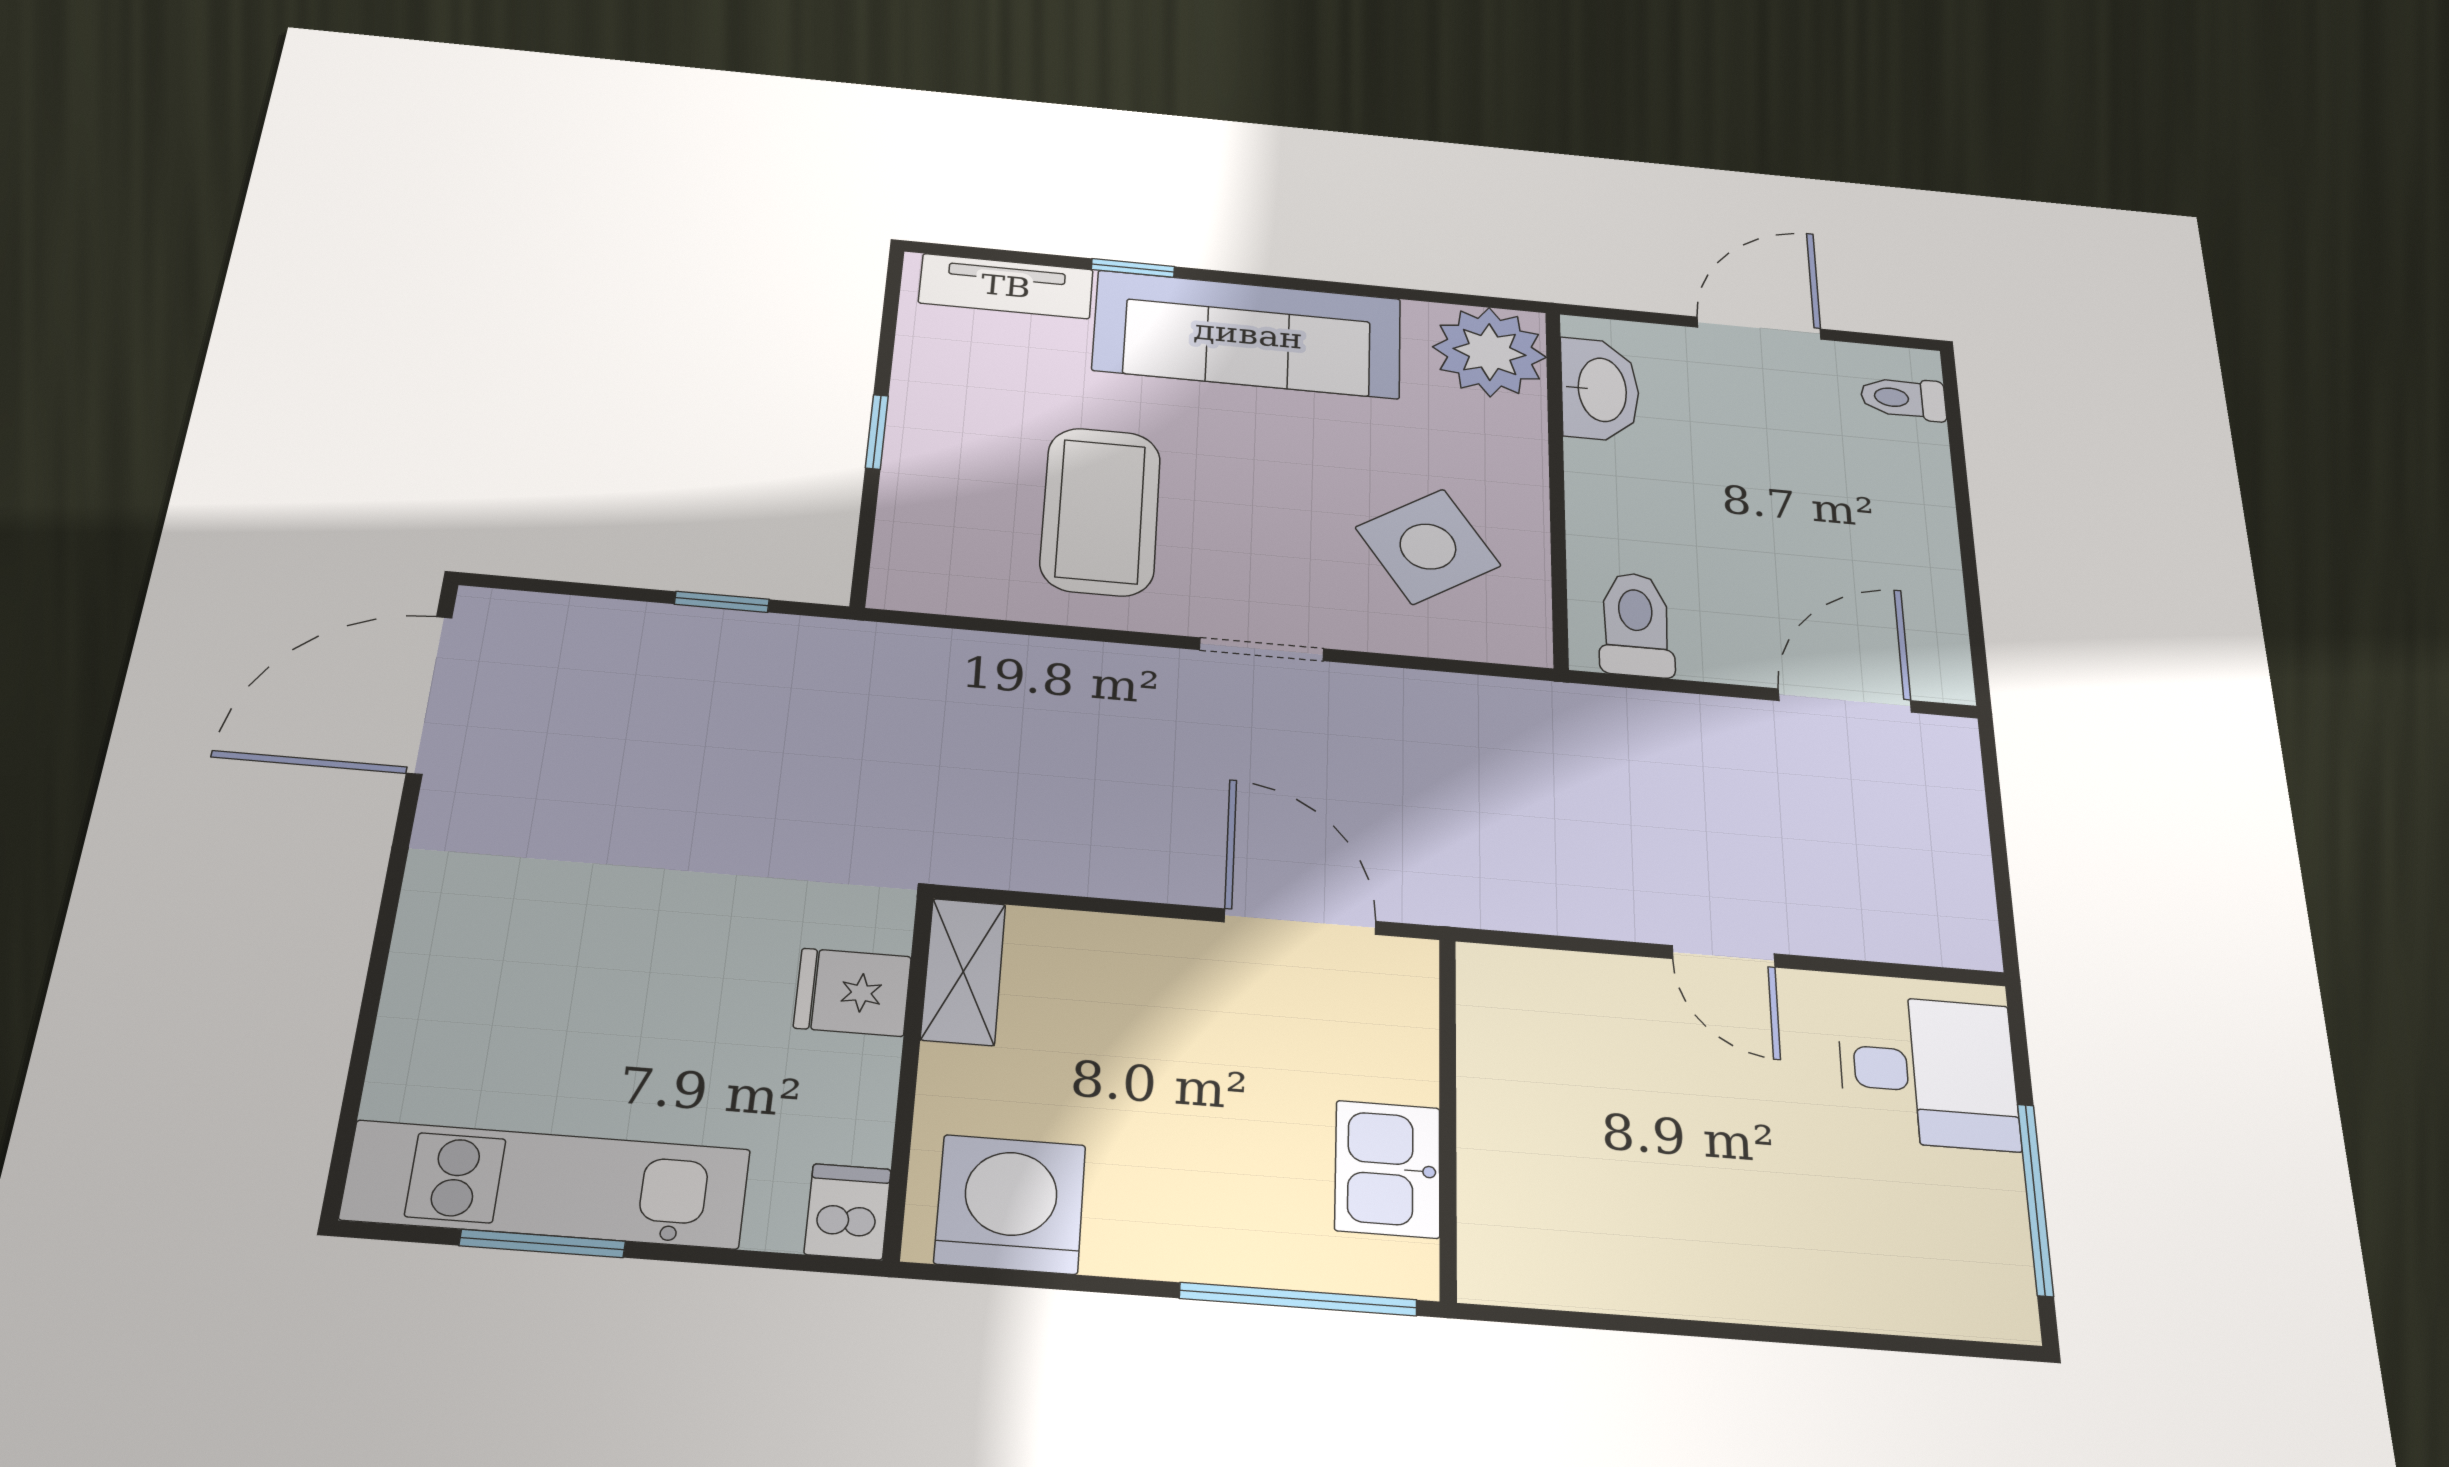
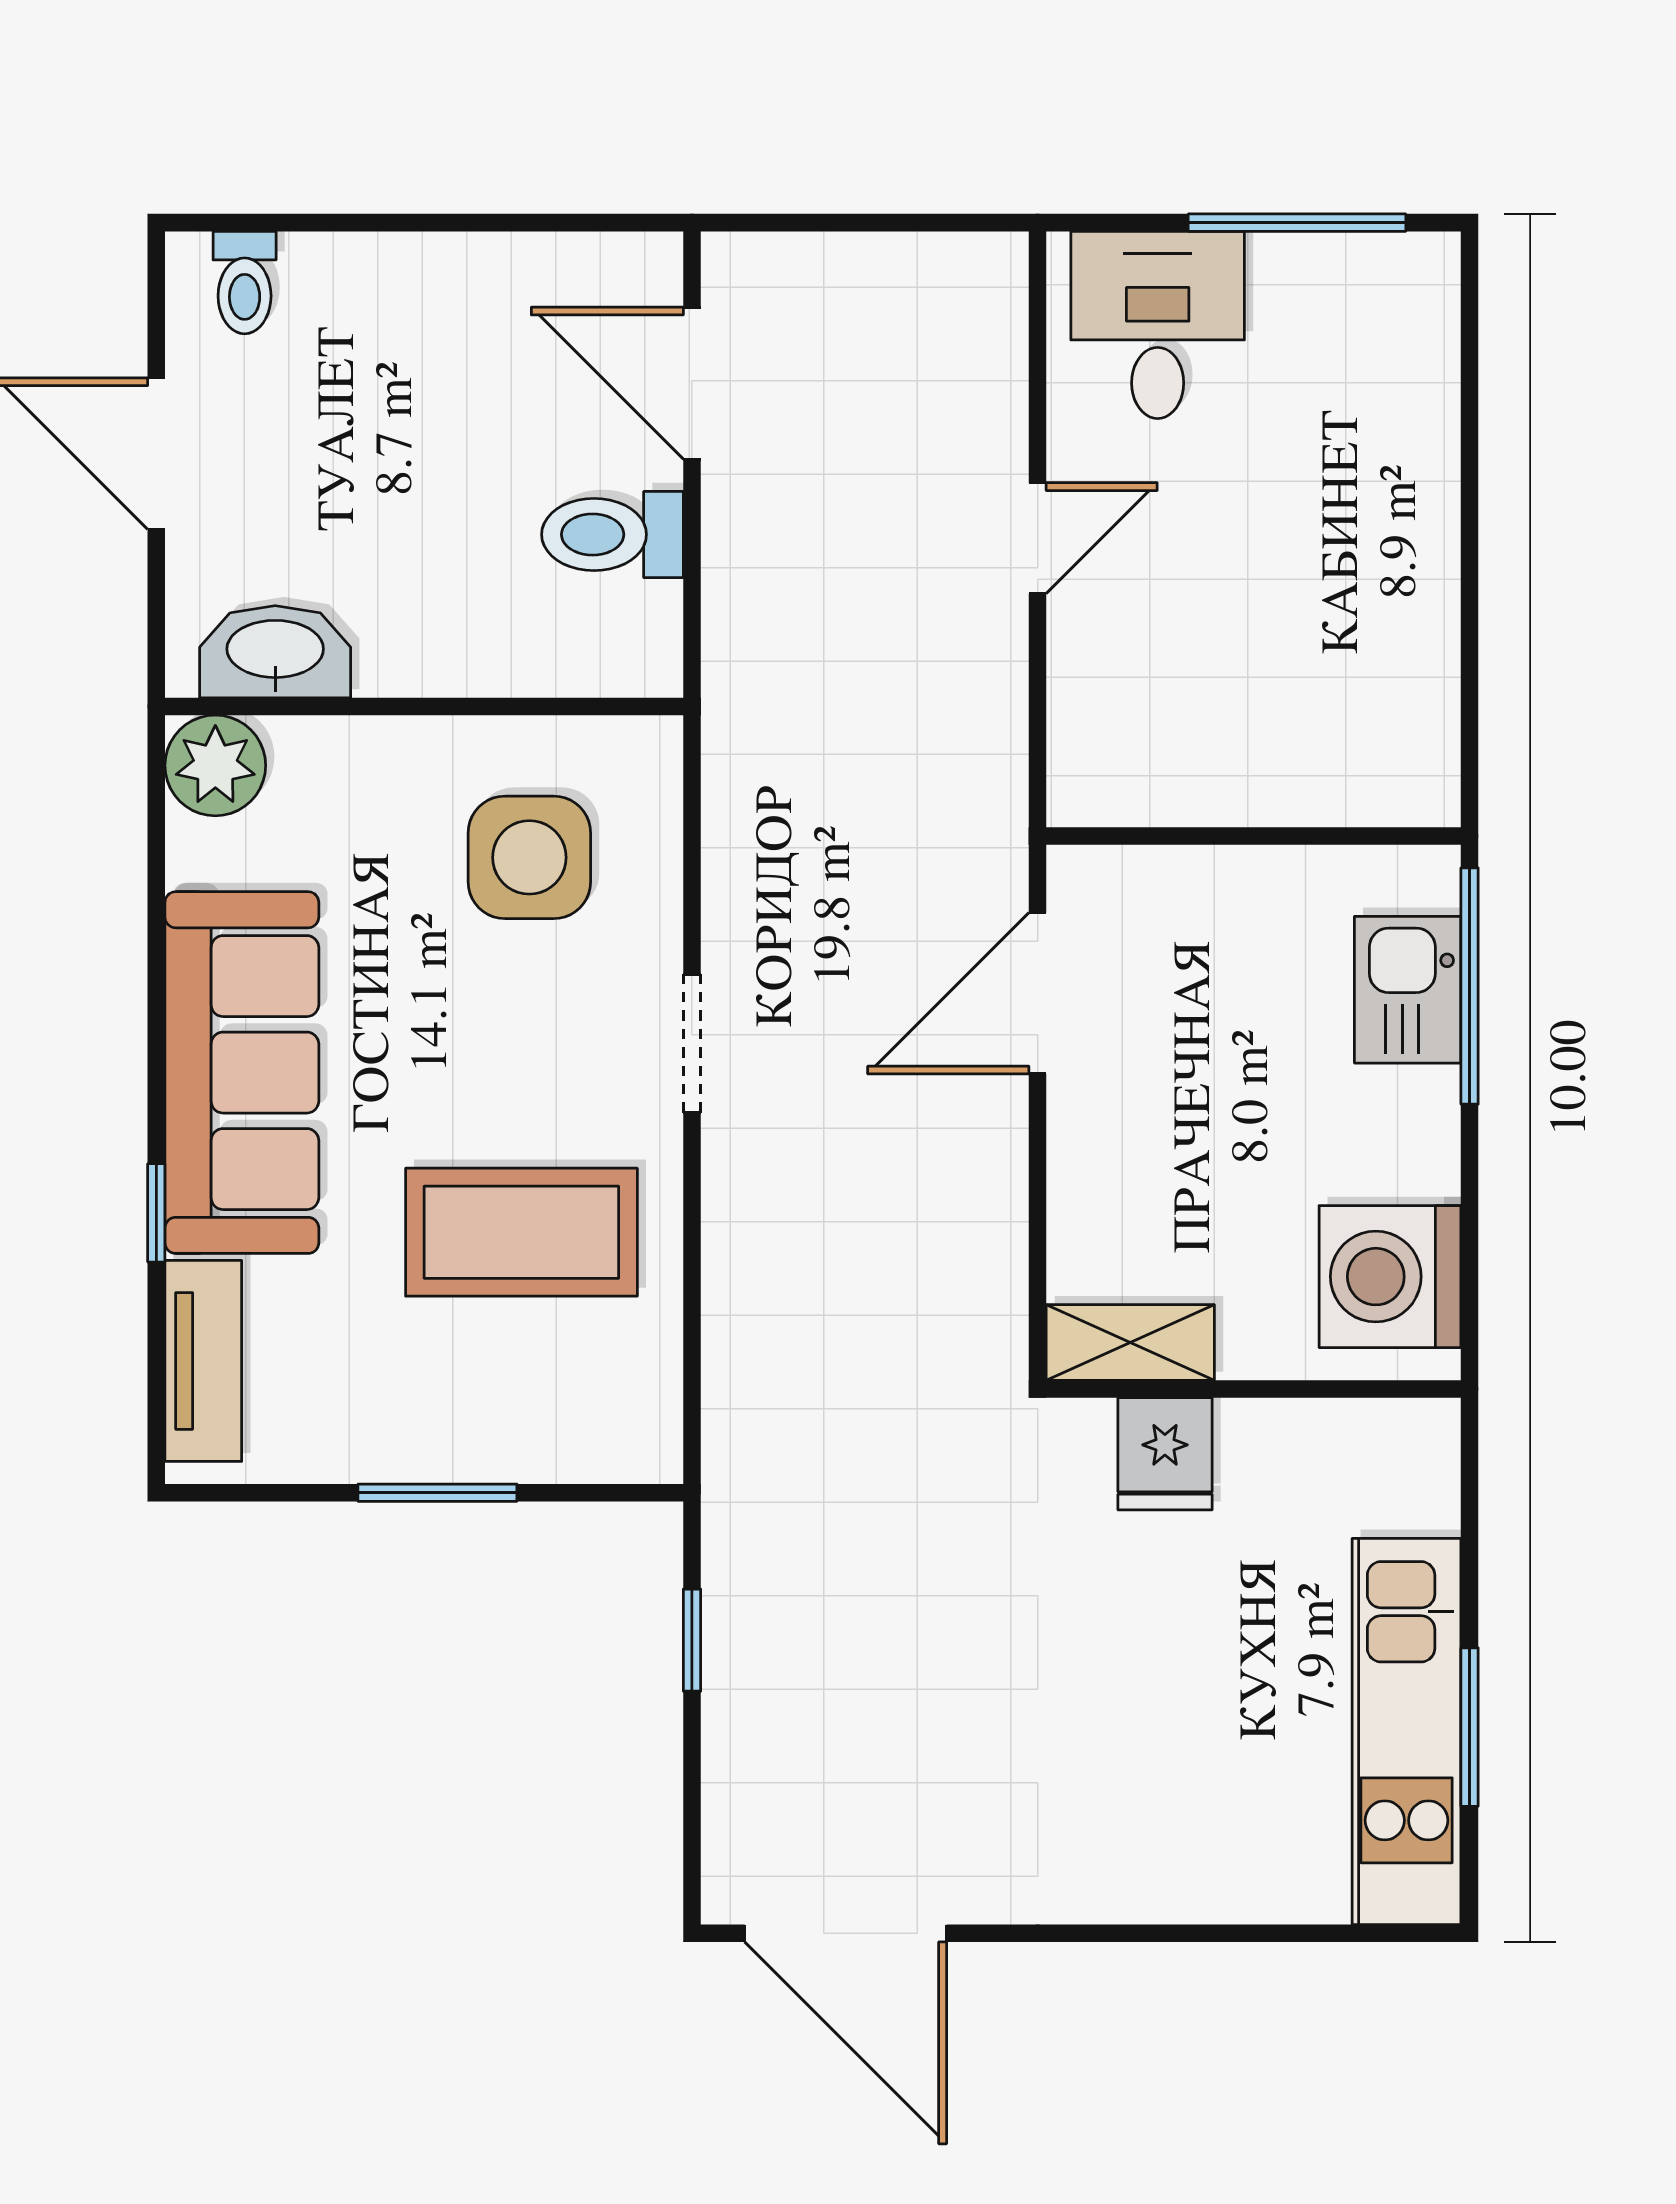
plant: (1490, 352) -> (215, 765), width x0.73, depth x0.73
window: (877, 432) -> (437, 1493), width x1.50
side table: (1428, 547) -> (529, 857), turned 33
toilet: (1636, 624) -> (612, 534), moved
kitchen sink: (1388, 1169) -> (1408, 990), moved, turned 90
dishwasher: (848, 1212) -> (1411, 1436), removed

